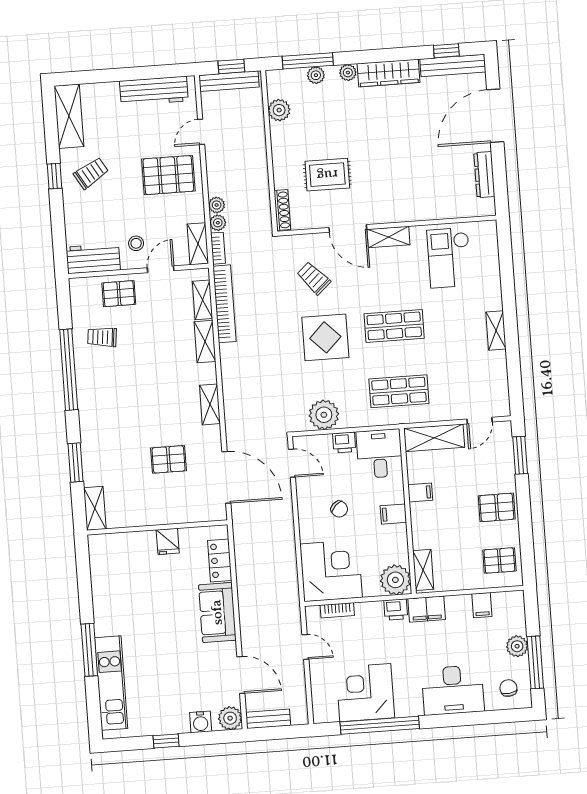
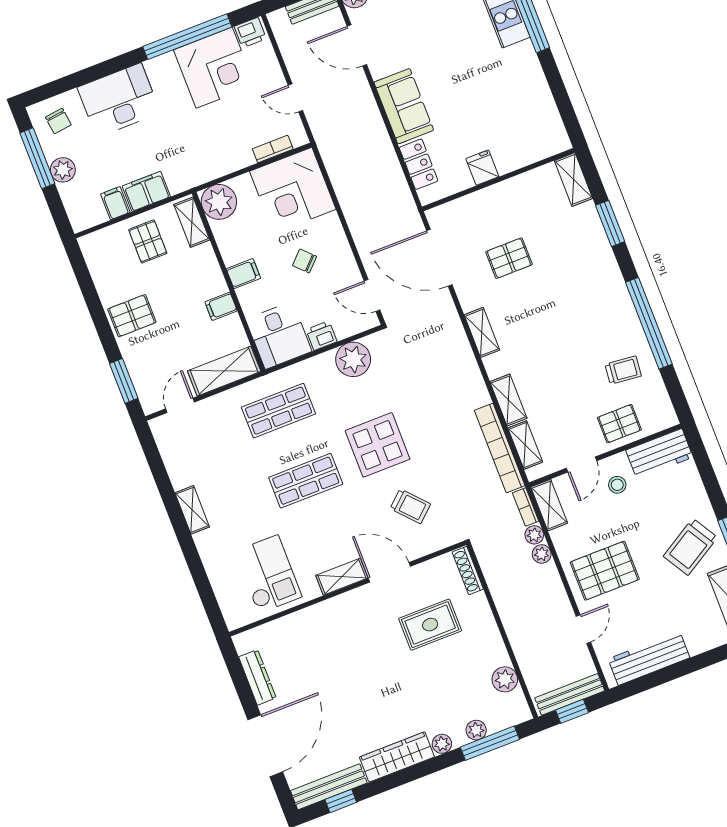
trolley: (91, 173) -> (690, 547), width x1.36, depth x1.39
pallet: (499, 560) -> (148, 241), moved, turned 90
filing cabinet: (427, 609) -> (146, 191), moved
printer: (396, 610) -> (250, 33), moved, turned 180

